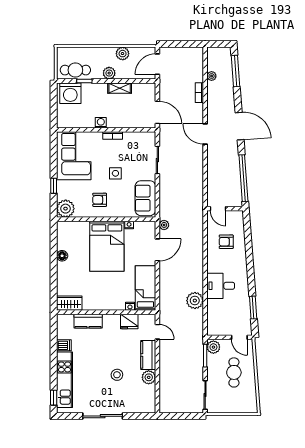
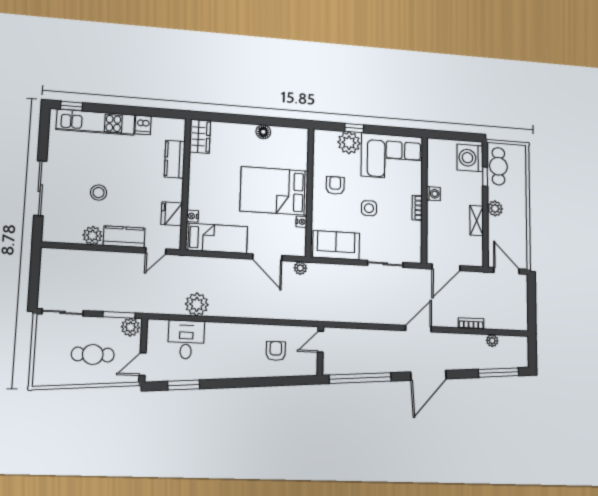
plant: (123, 54) -> (519, 227), removed
plant: (66, 209) -> (349, 143), moved
desk: (221, 286) -> (186, 340), moved
sliding door: (103, 416) -> (40, 188), moved

